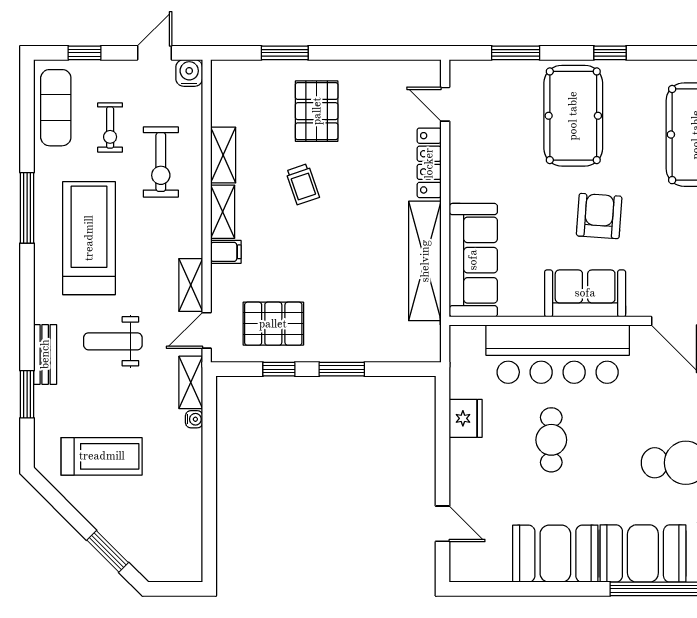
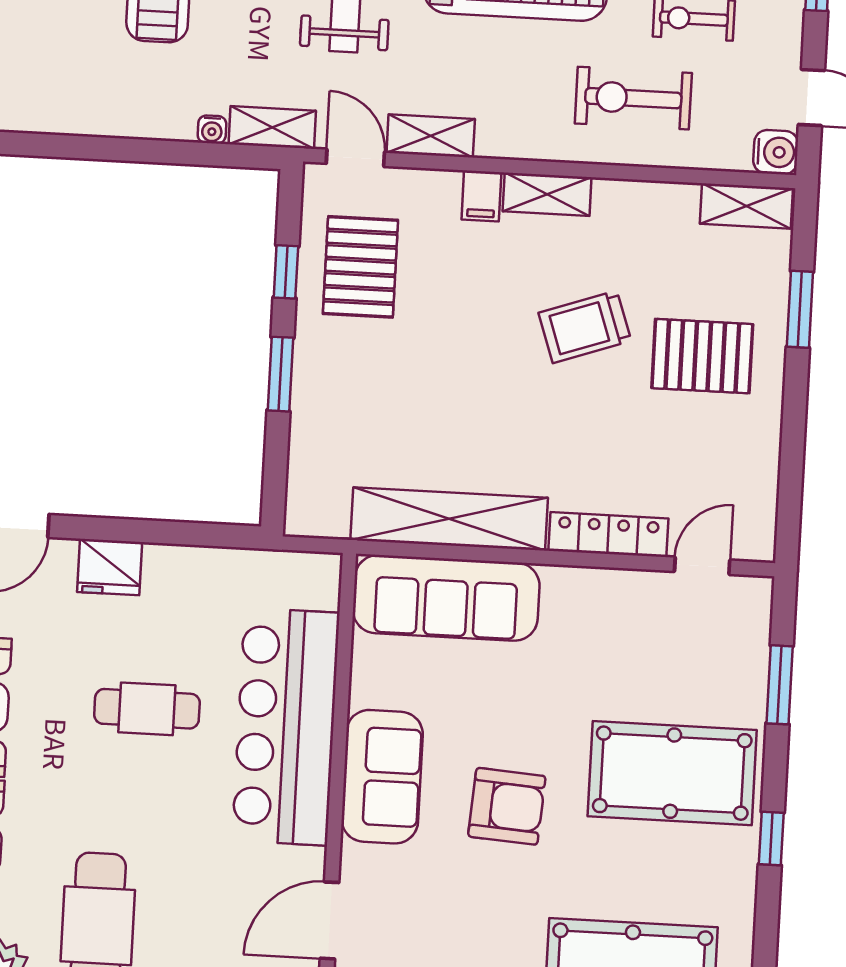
shelving: (223, 155) -> (746, 206), moved
trolley: (303, 184) -> (585, 327), width x1.36, depth x1.39
fridge: (466, 418) -> (110, 567), moved

